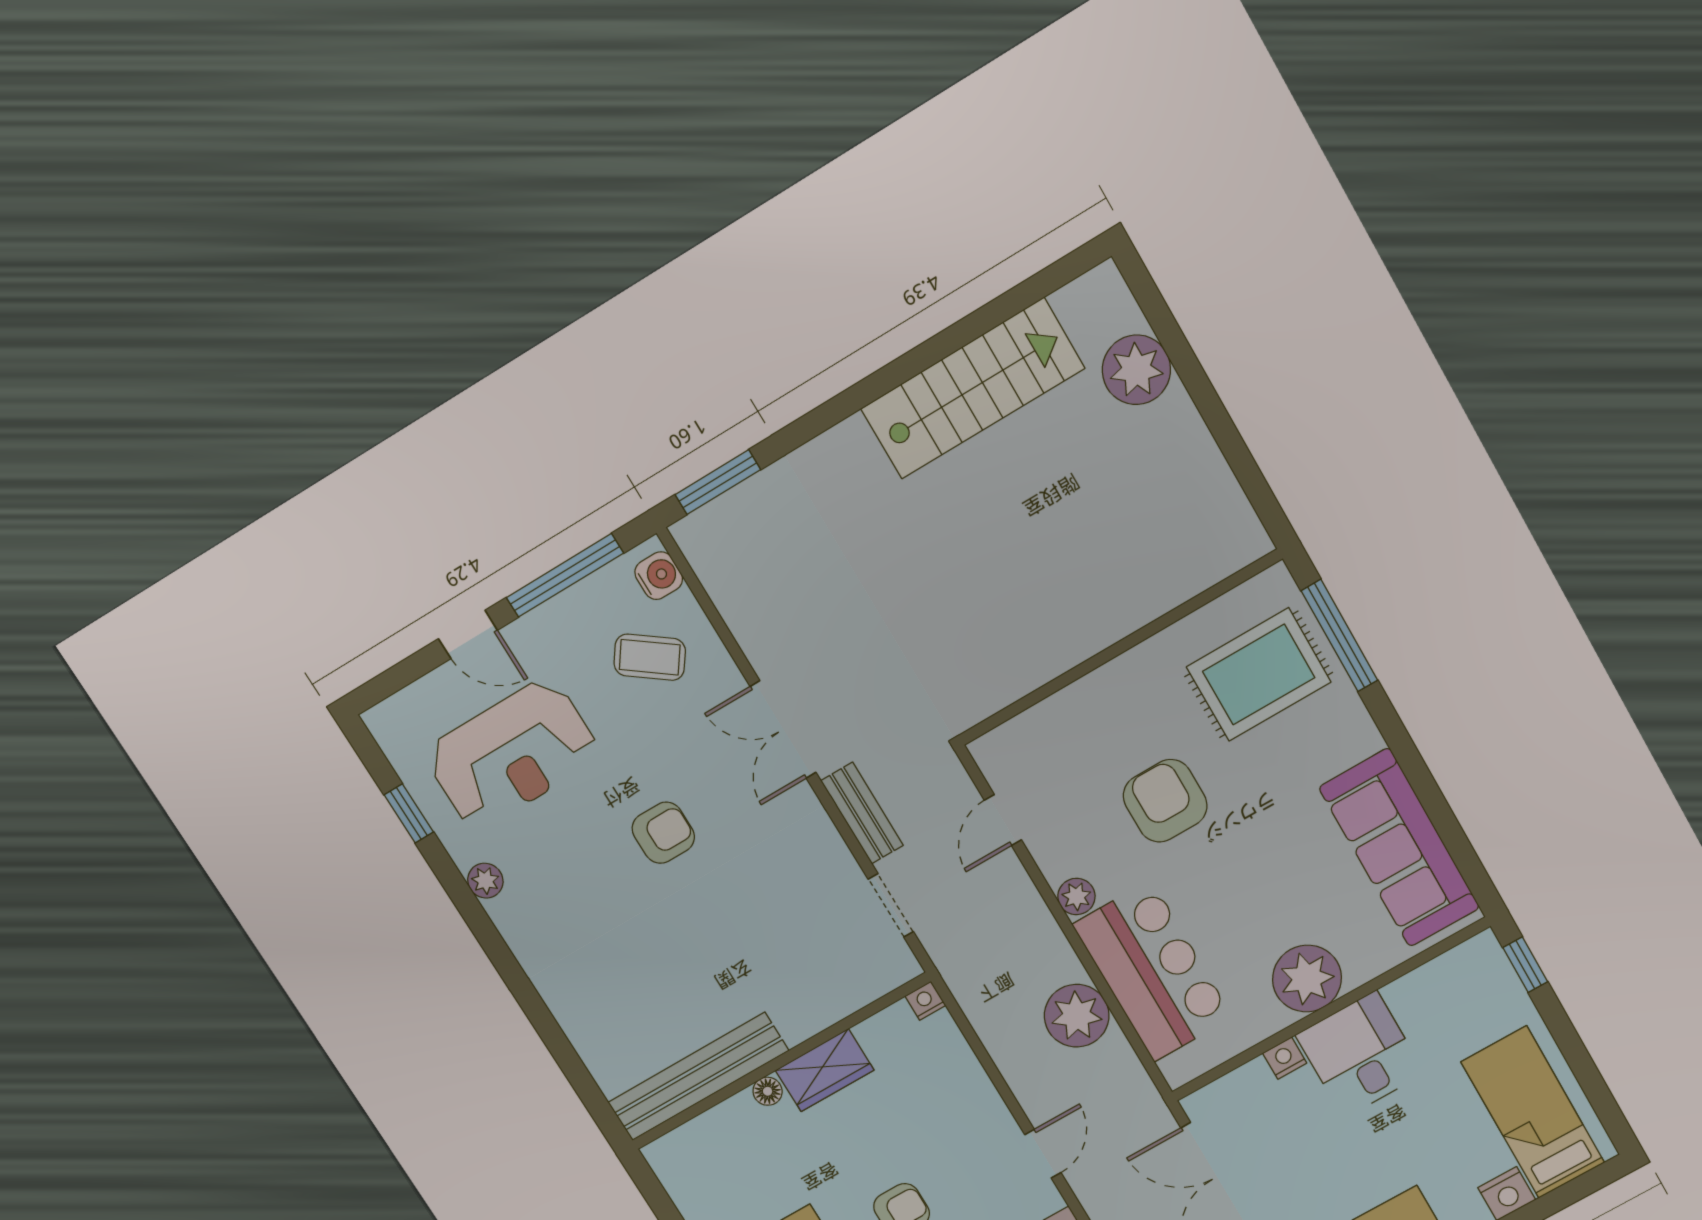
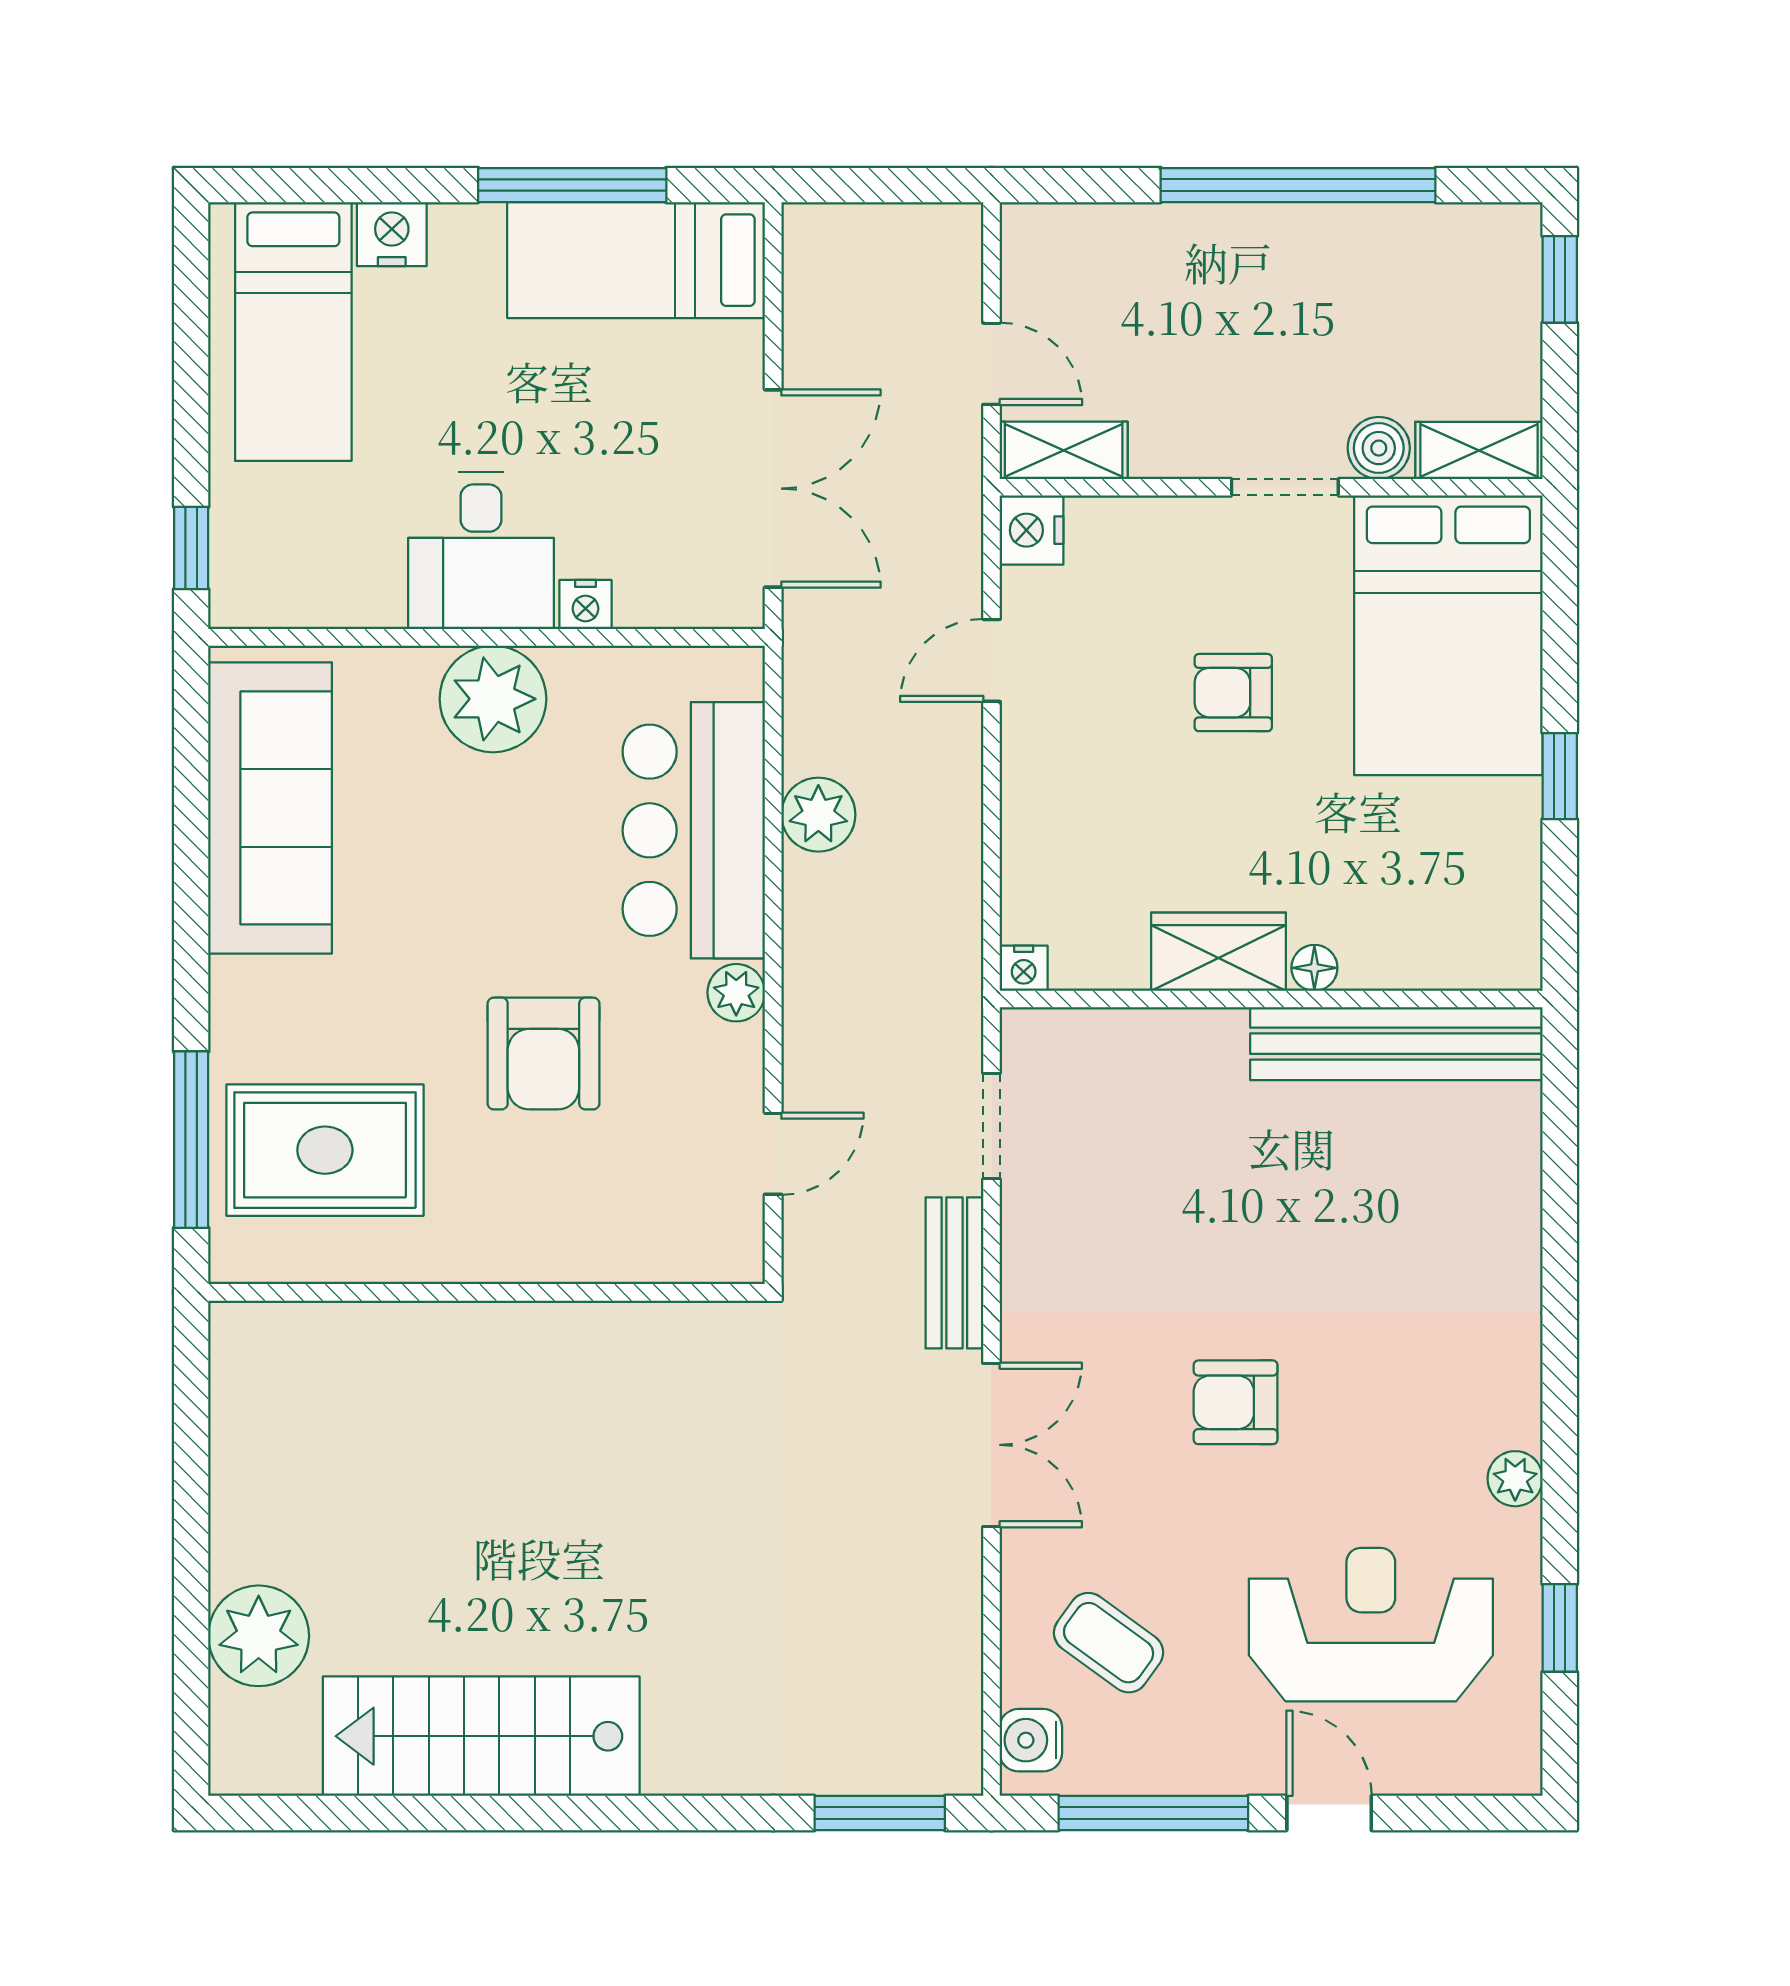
plant: (1077, 1016) -> (818, 815), width x0.73, depth x0.73

